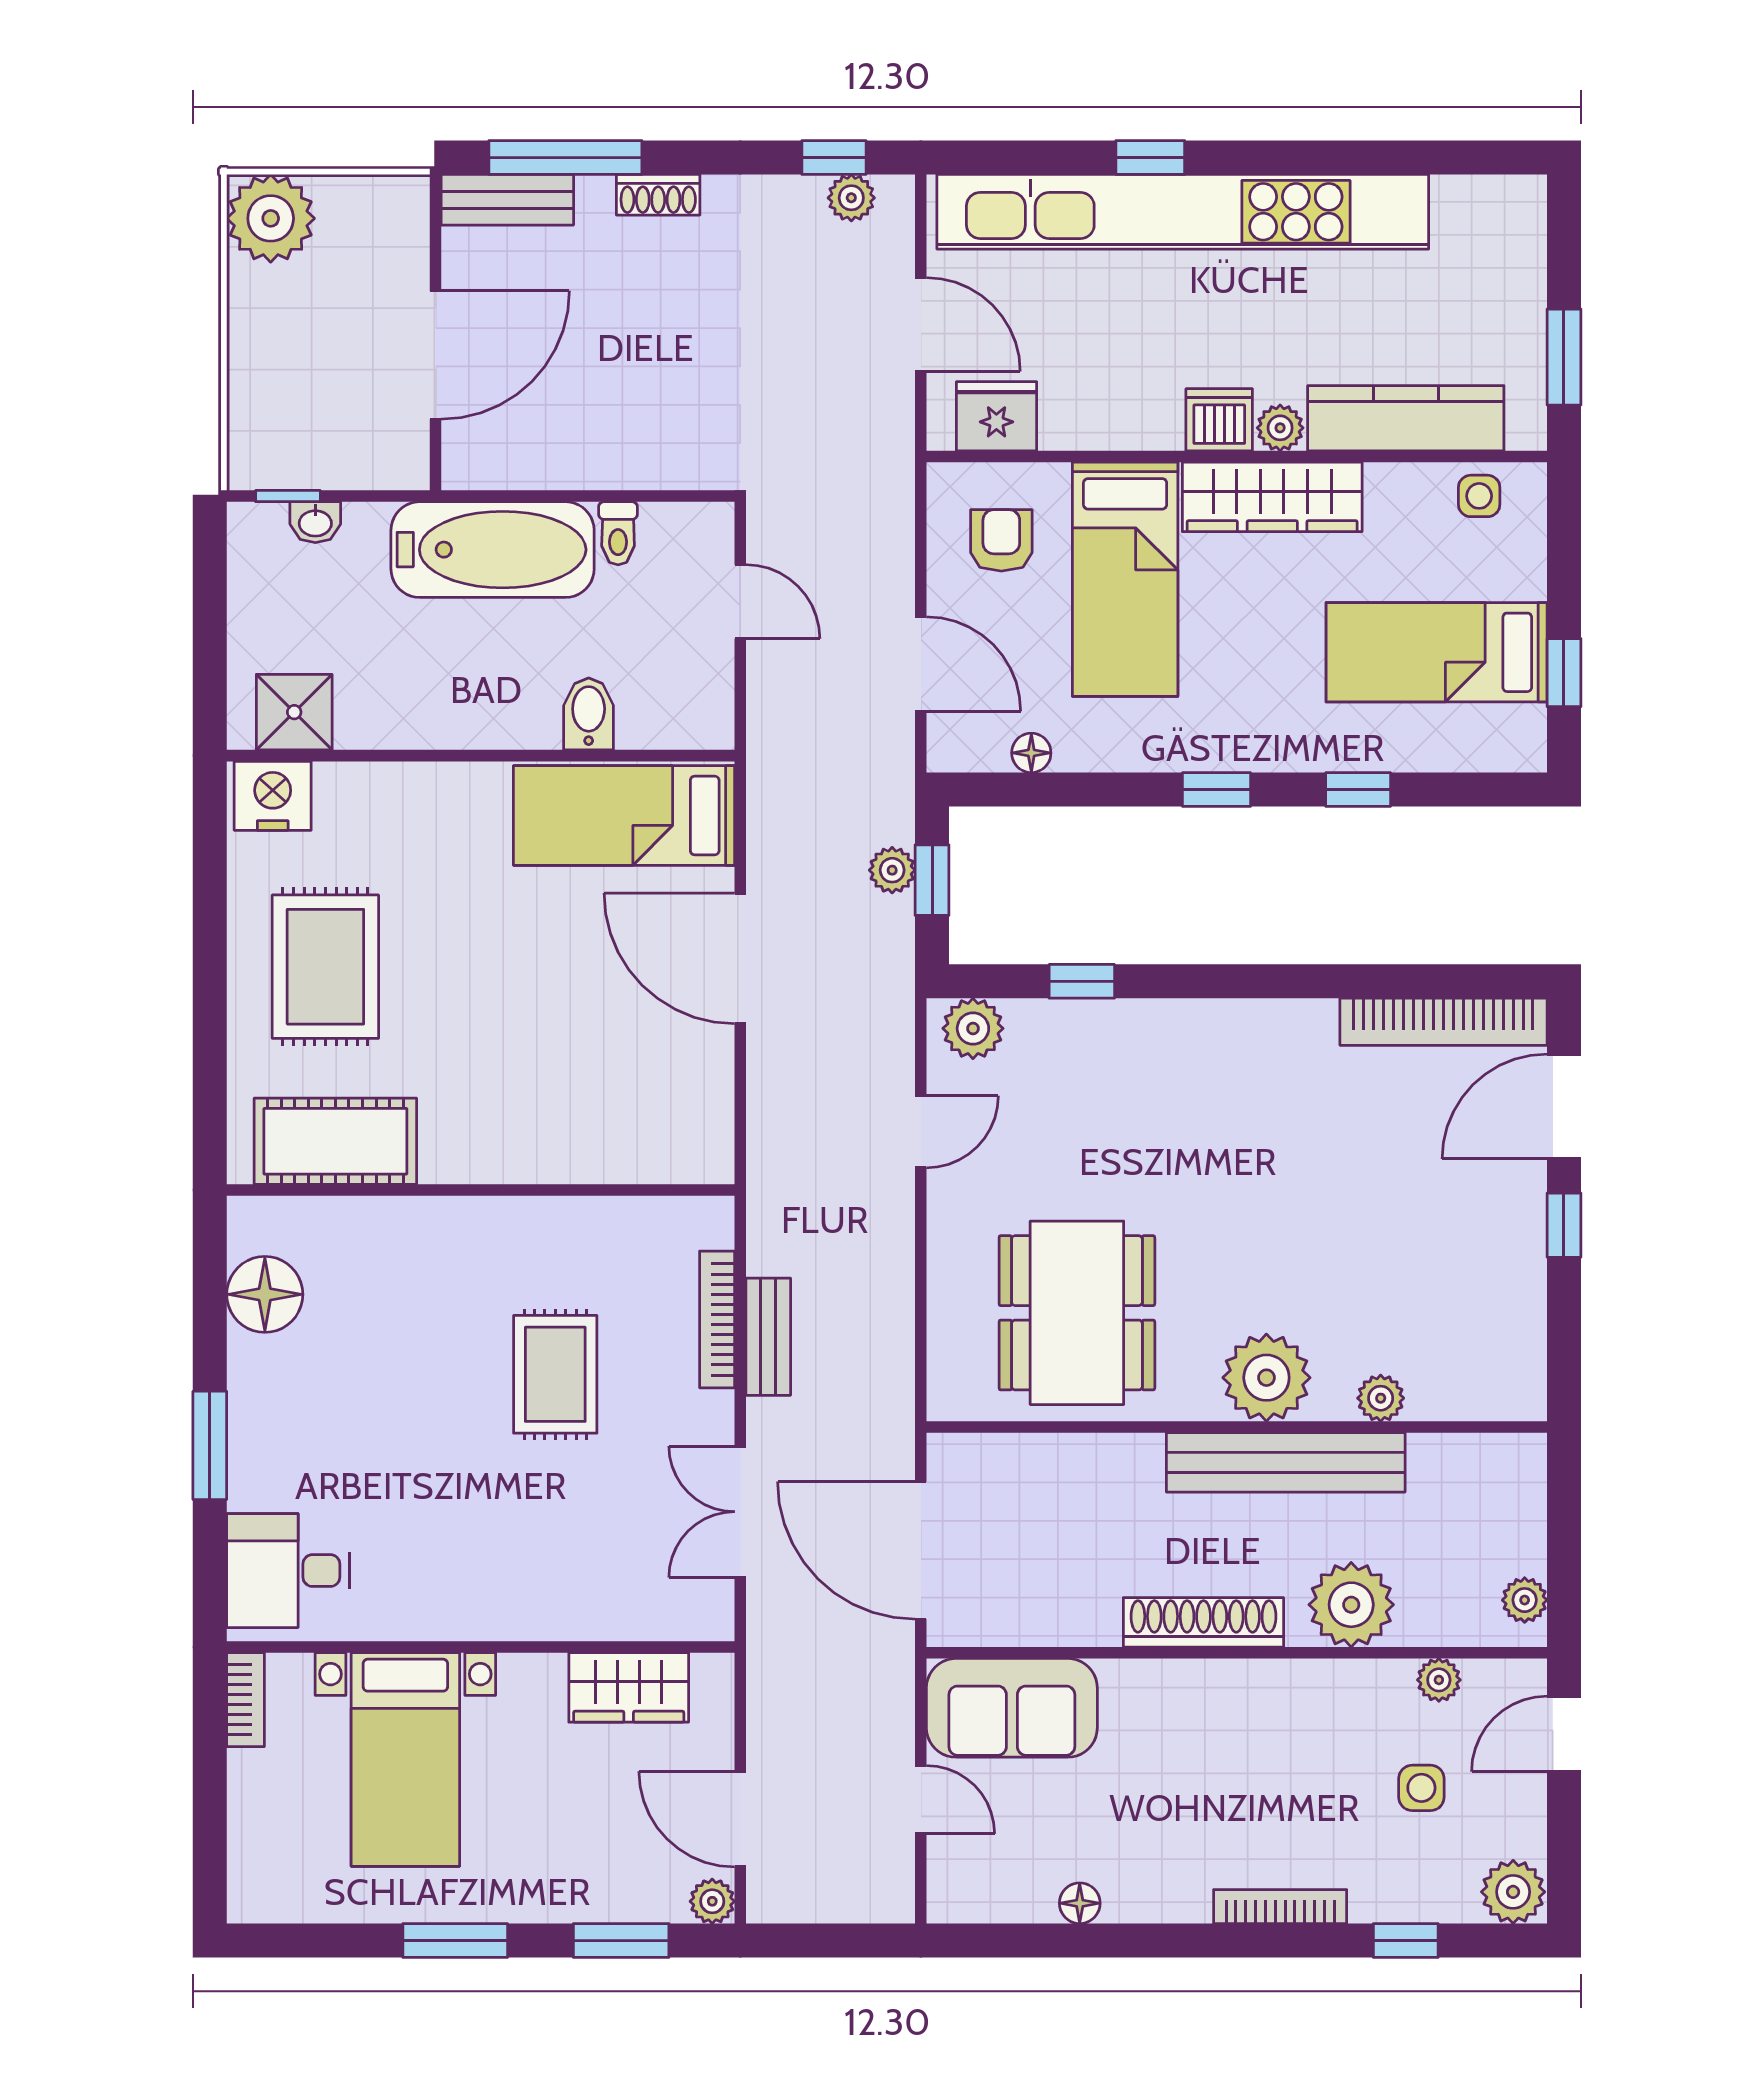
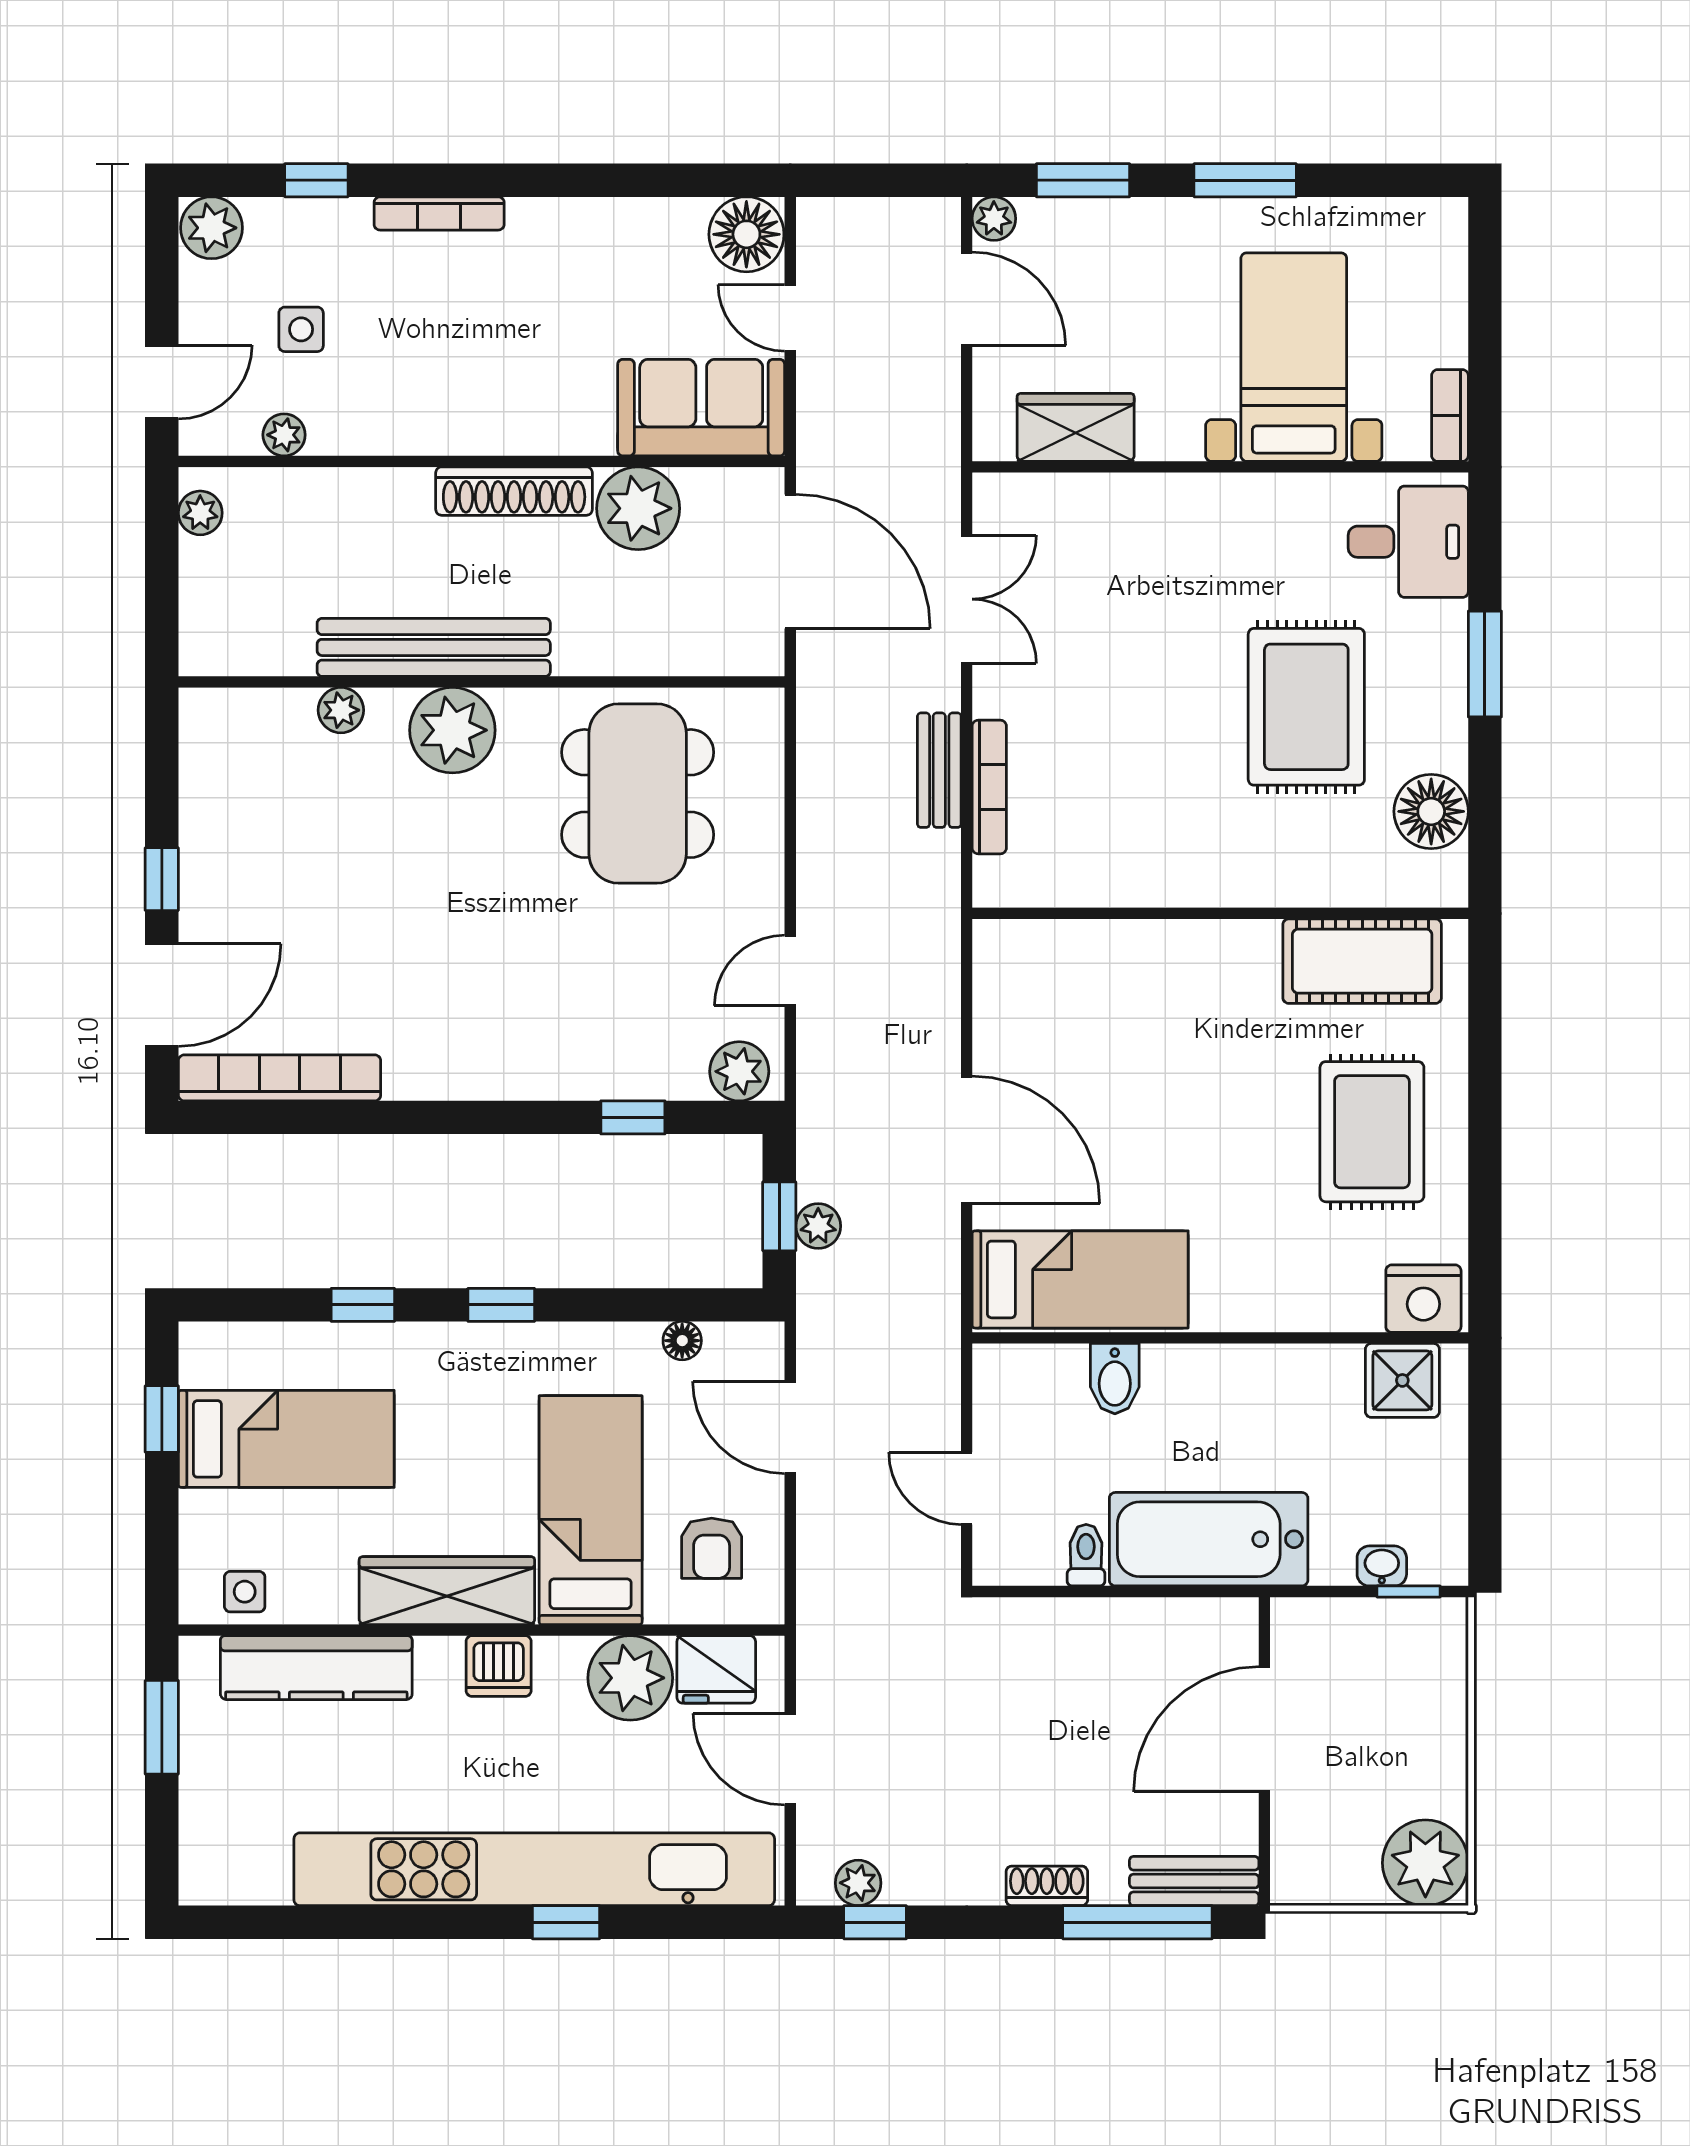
plant: (1280, 428) -> (630, 1678), moved, width x1.87, depth x1.87
rug: (555, 1374) -> (1306, 707), moved, width x1.36, depth x1.43
plant: (1351, 1605) -> (638, 508), moved
floor lamp: (1080, 1903) -> (746, 234), moved, width x1.89, depth x1.89

